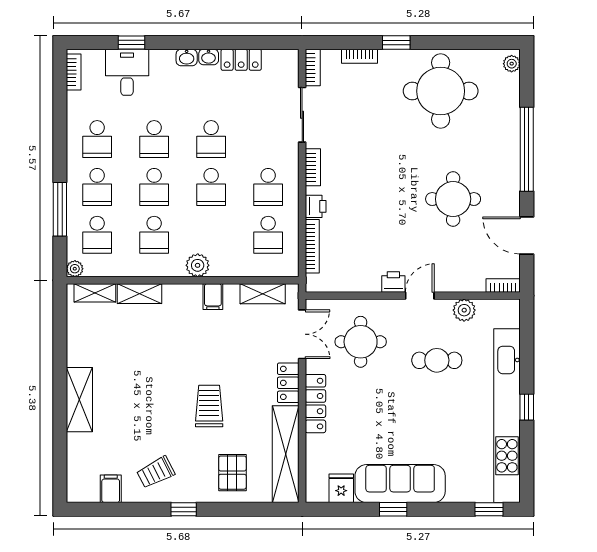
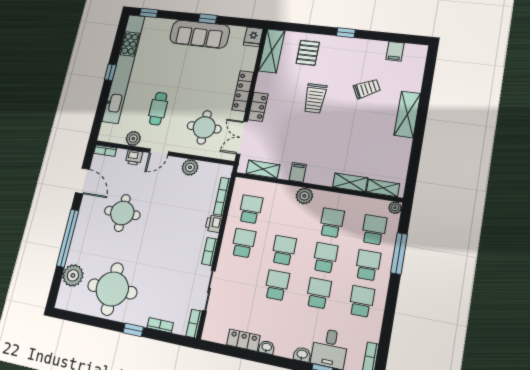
washbasin: (187, 57) -> (302, 354), moved
plant: (512, 64) -> (73, 275), moved, width x1.87, depth x1.87
plant: (368, 280) -> (190, 167), added
printer: (393, 282) -> (134, 158), moved
cafe table: (437, 360) -> (158, 109), turned 90
shelving: (286, 454) -> (272, 51), width x0.68
trolley: (156, 472) -> (367, 89), moved
fridge: (341, 488) -> (253, 37), moved

